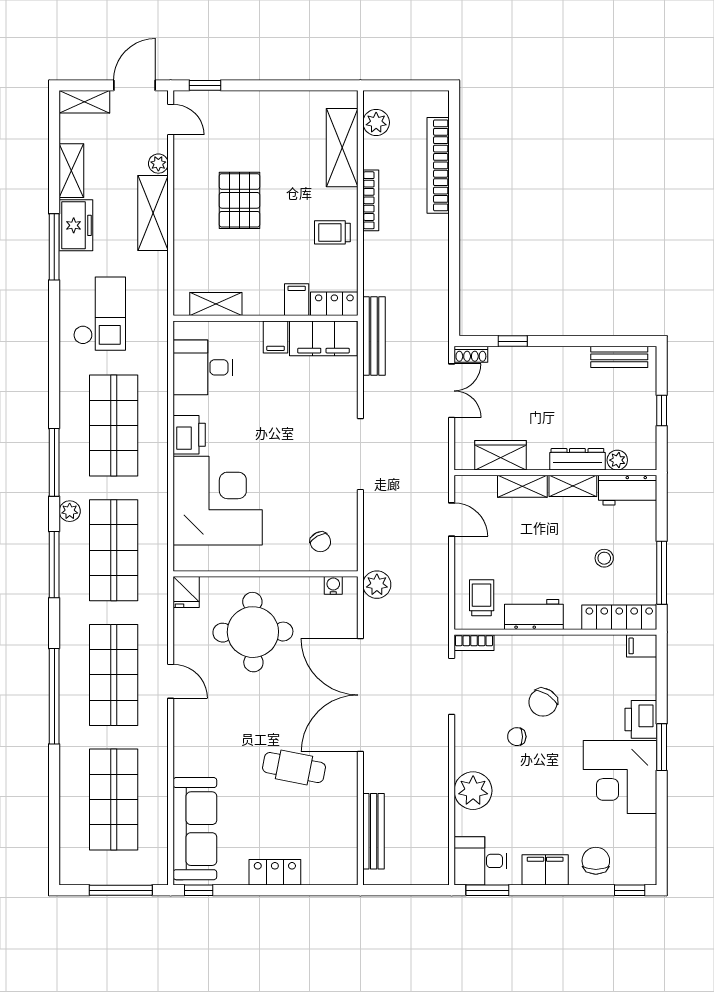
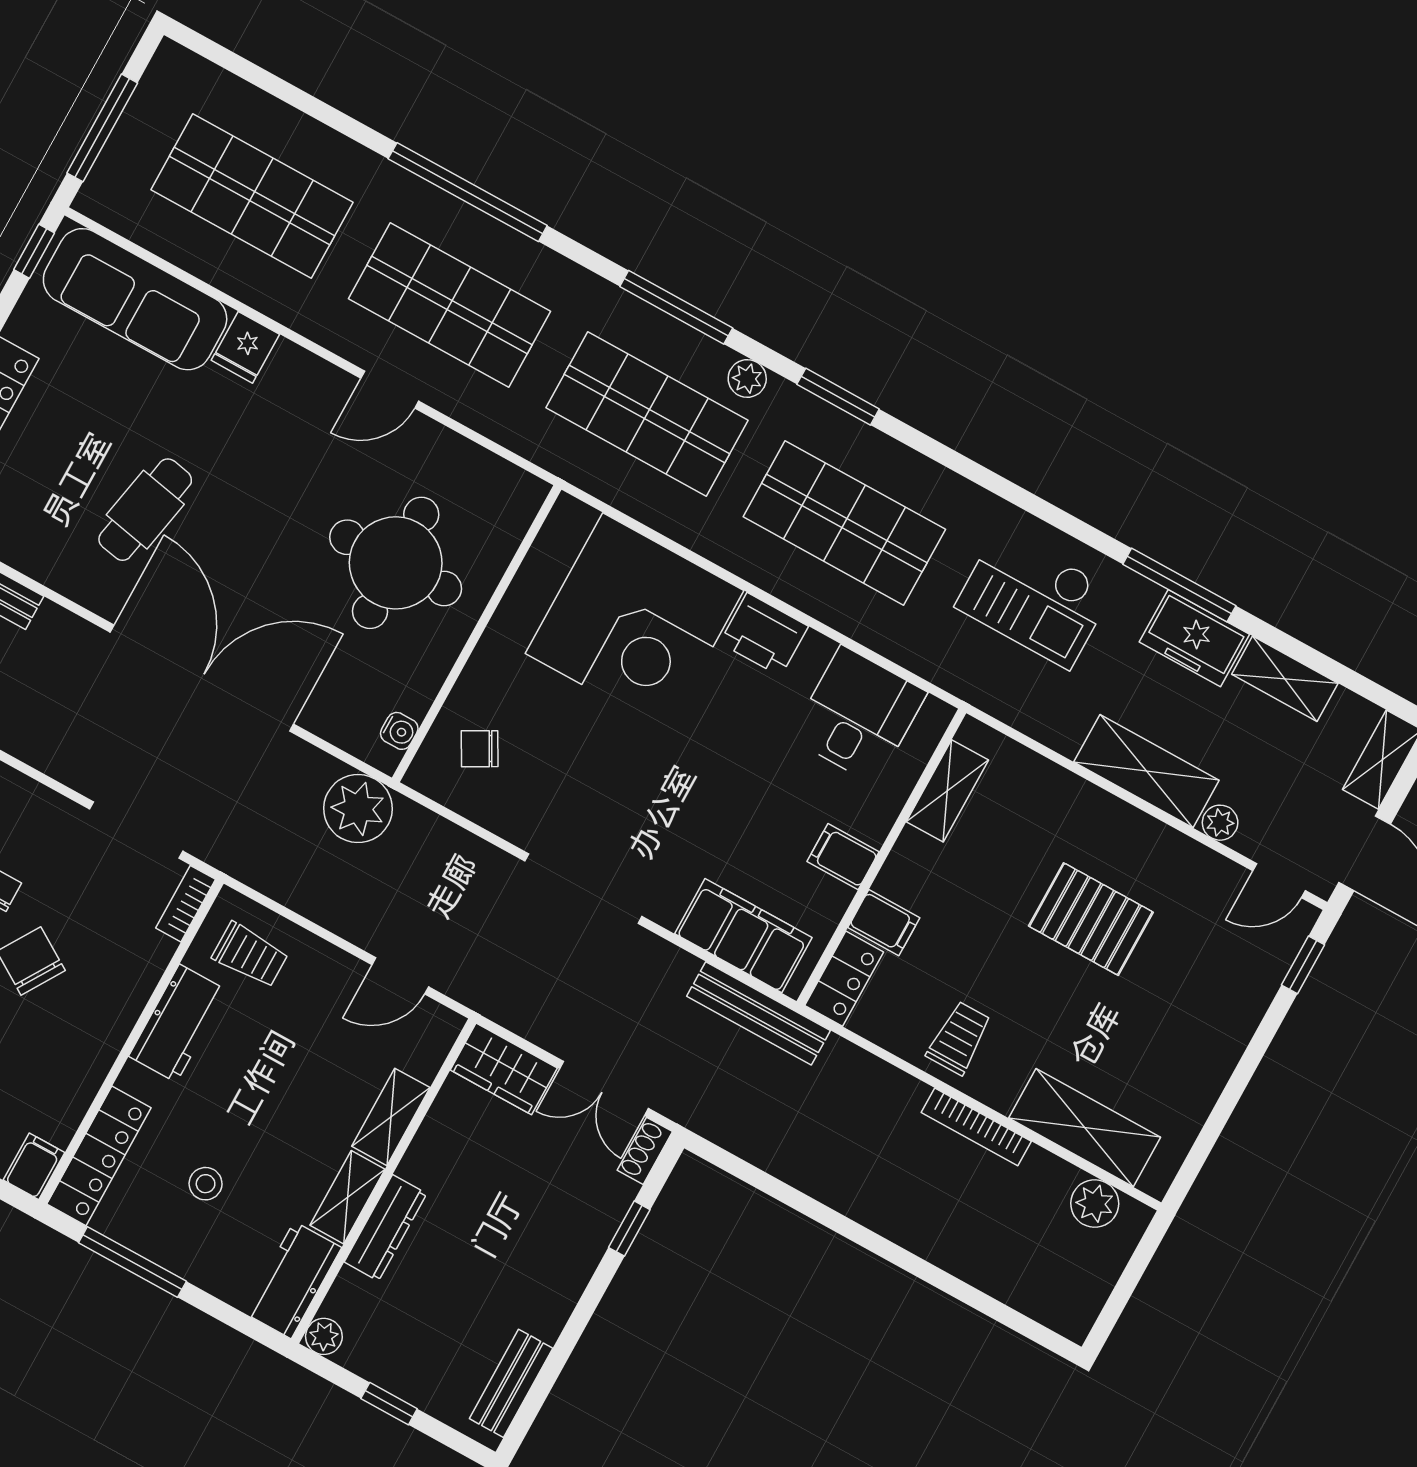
bookcase: (438, 165) -> (973, 1264), removed
filing cabinet: (323, 338) -> (743, 936), moved, turned 90
wardrobe: (500, 455) -> (504, 1069), moved, turned 90
plant: (617, 460) -> (324, 1336), moved
window: (54, 462) -> (838, 397), width x0.69
plant: (377, 585) -> (358, 809), width x1.36, depth x1.36
fridge: (186, 592) -> (245, 347), moved, turned -90

